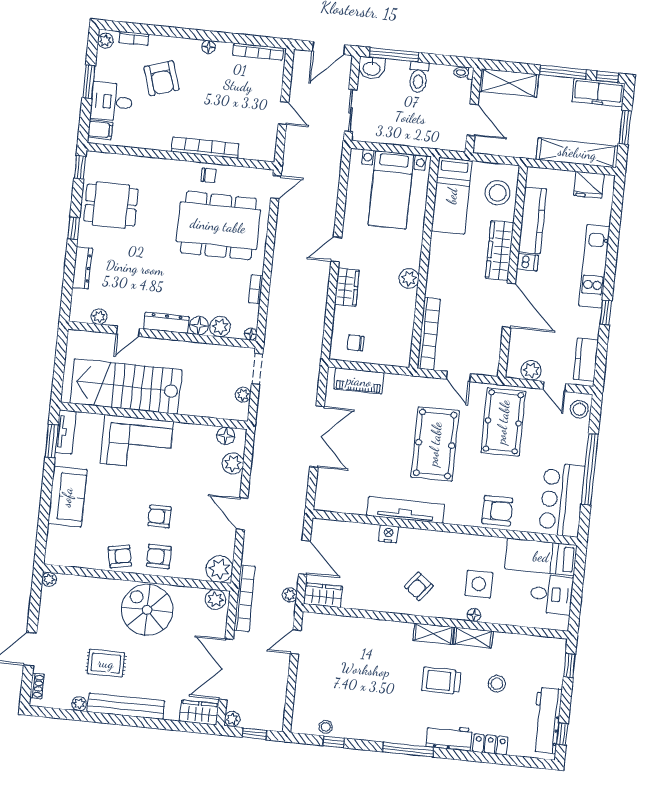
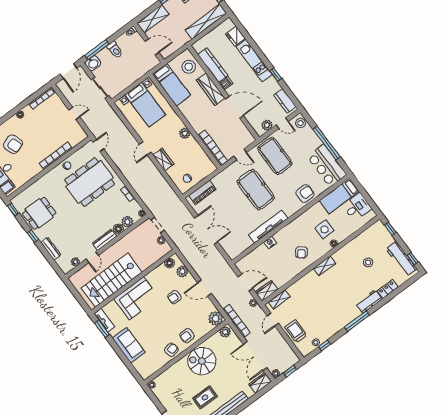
fridge: (589, 185) -> (235, 36), moved, turned 90
armchair: (160, 516) -> (174, 297), moved
shelving: (473, 638) -> (279, 299), moved
trolley: (441, 681) -> (296, 331), moved, turned 90

